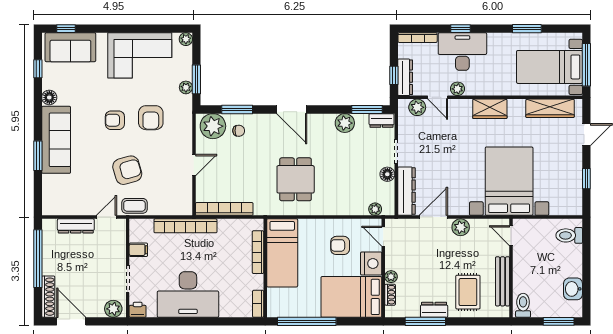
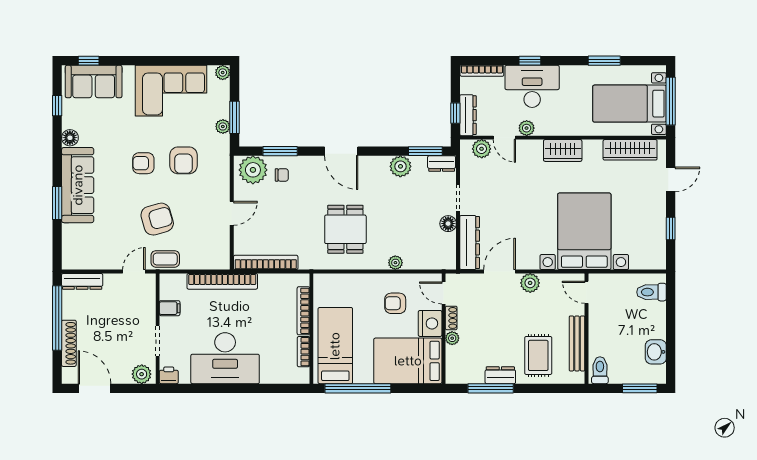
plant: (375, 209) -> (395, 263), moved
dresser: (76, 226) -> (82, 281), moved
bed: (282, 253) -> (335, 346), moved, turned 180
shoe rack: (390, 295) -> (451, 318), moved
shoe rack: (48, 297) -> (69, 343), moved
bookcase: (258, 304) -> (304, 352), moved

